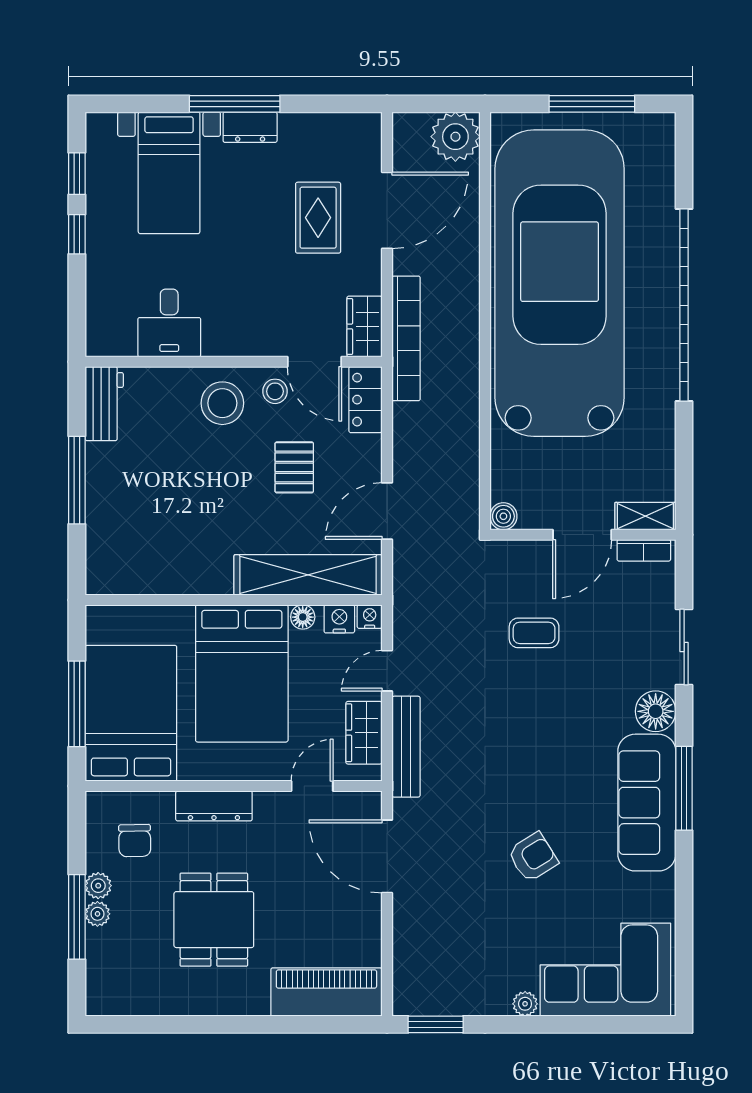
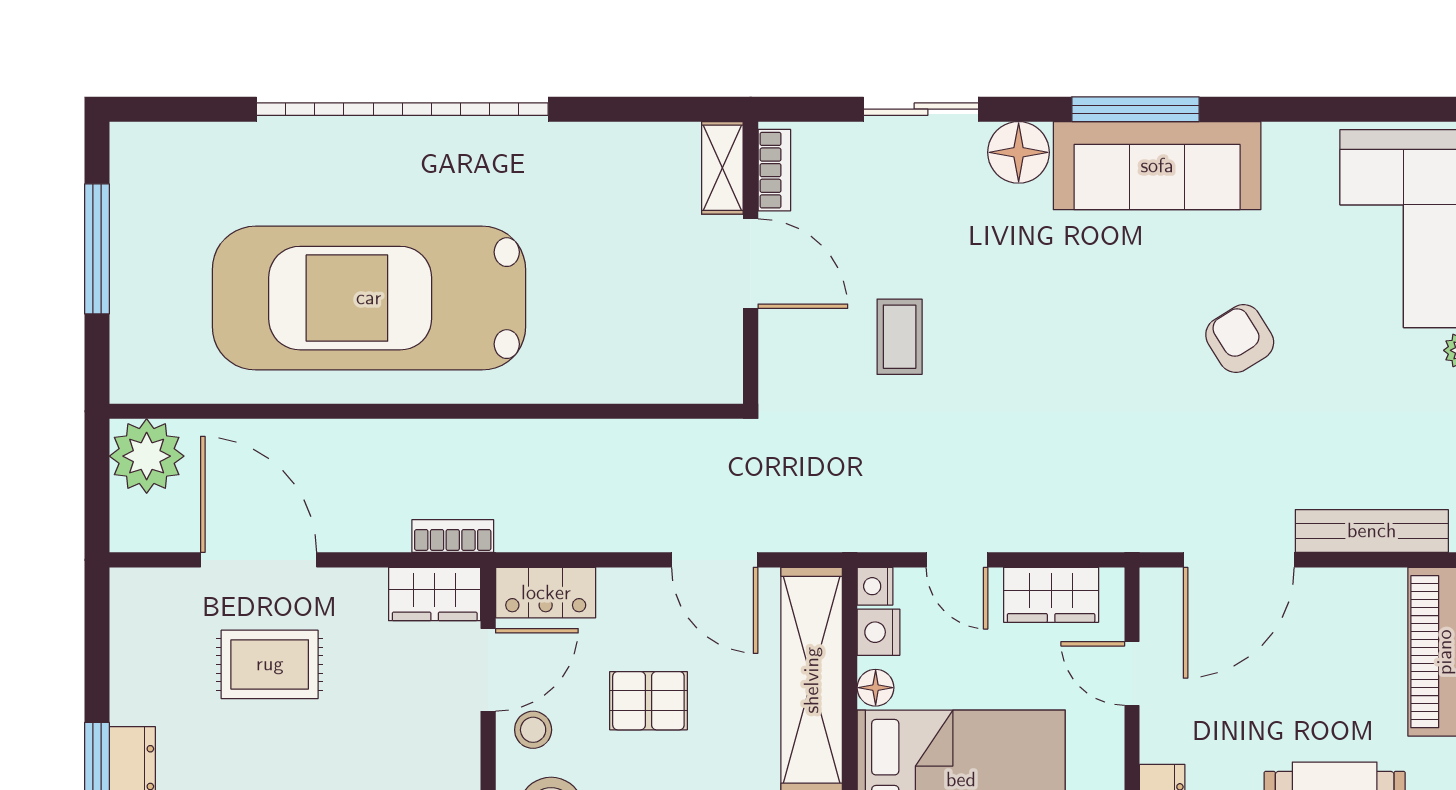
car: (560, 283) -> (369, 298), width x0.73, depth x0.67
bookcase: (406, 338) -> (453, 536), width x0.43, depth x0.76
boiler: (503, 516) -> (723, 383), removed
bench: (406, 747) -> (1372, 531), moved

